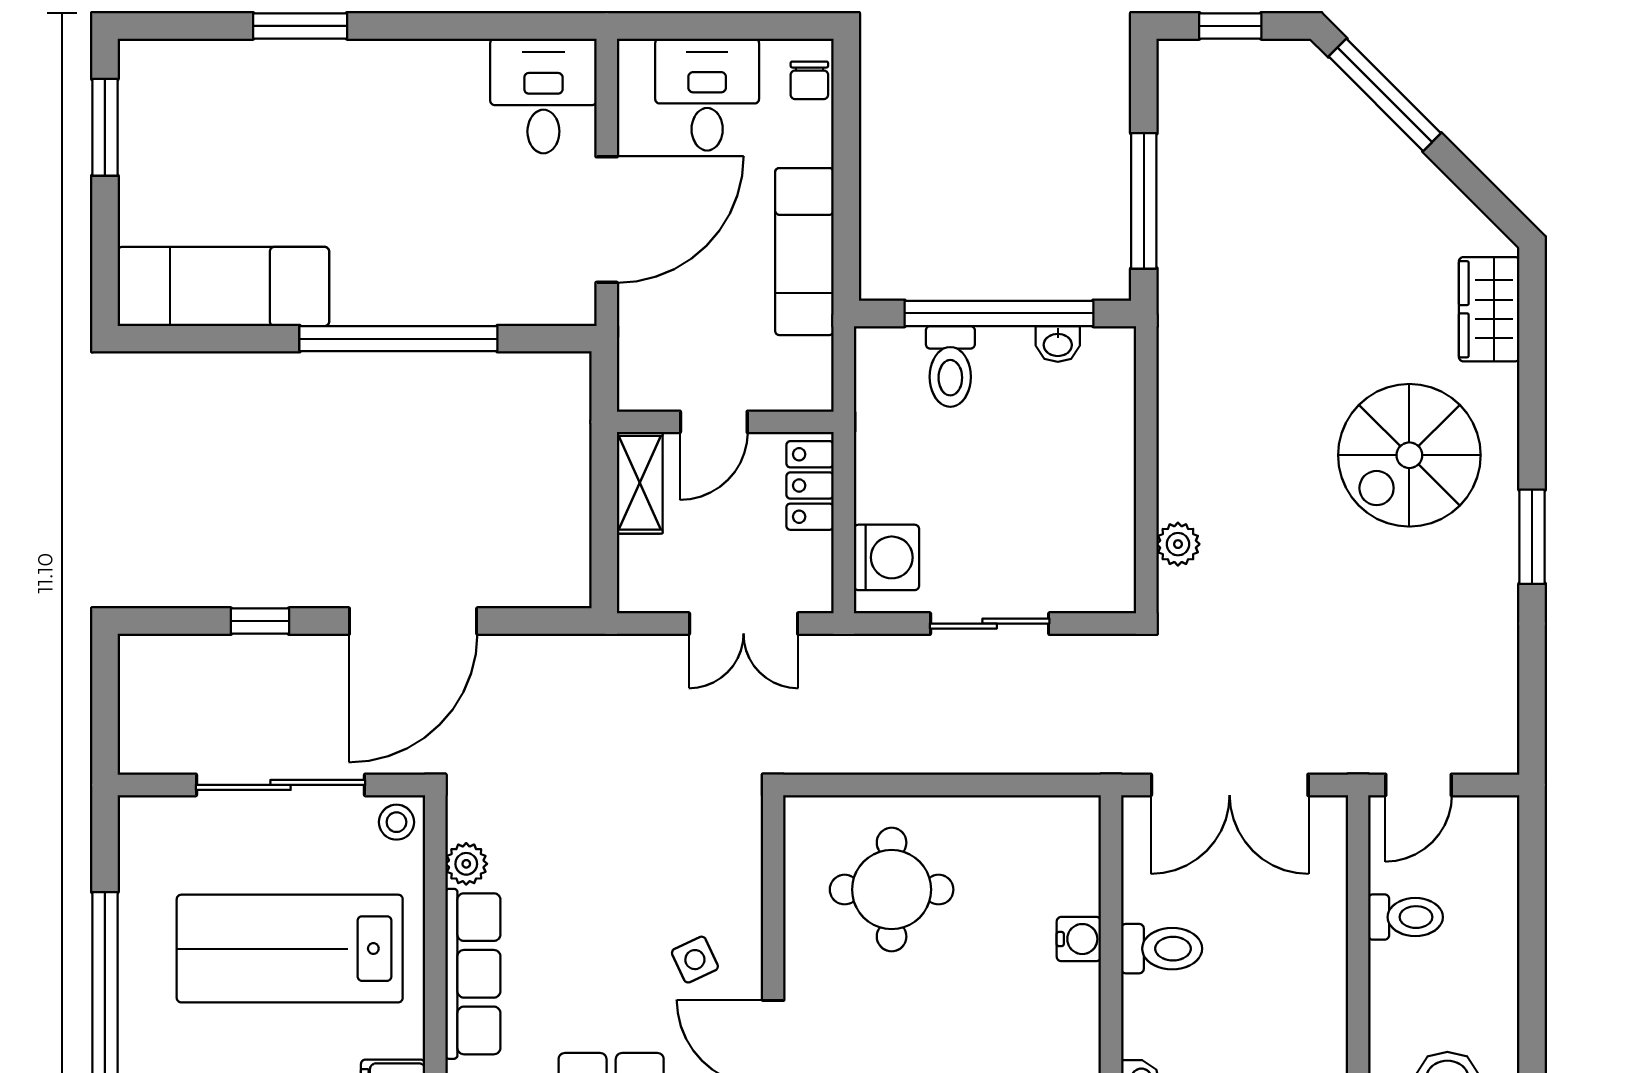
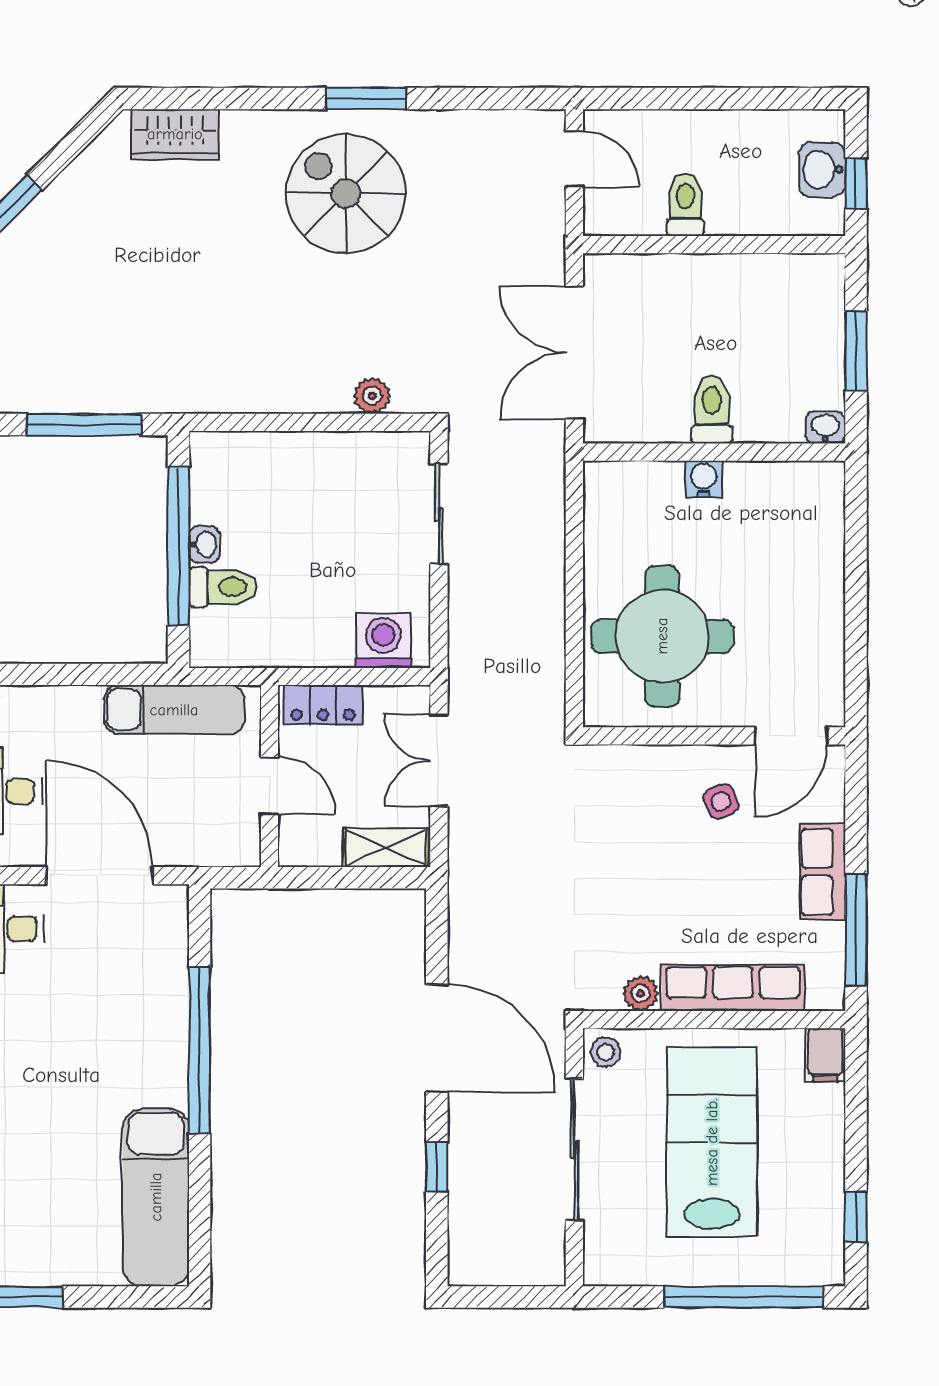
exam couch: (804, 252) -> (174, 710), moved
washbasin: (1058, 344) -> (204, 544), moved
spiral stairs: (1409, 455) -> (346, 194), moved, turned 180
shelving: (640, 483) -> (386, 848), moved
double door: (744, 624) -> (439, 761), swing flipped
sliding door: (990, 624) -> (439, 514), moved
double door: (1230, 785) -> (574, 352), swing flipped
door: (1418, 785) -> (574, 159), moved
round table: (892, 890) -> (662, 636), width x1.36, depth x1.36
lab bench: (290, 949) -> (712, 1142), turned 180

